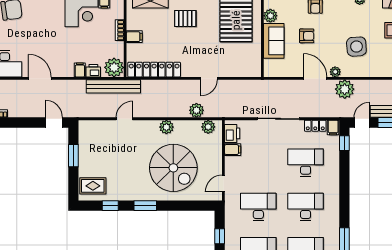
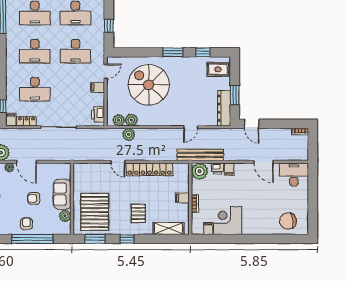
pallet: (185, 18) -> (138, 213), turned 90
locker: (154, 70) -> (150, 169), moved
door: (209, 78) -> (118, 162), swing flipped
plant: (166, 127) -> (131, 120), moved
dresser: (86, 141) -> (224, 108), added
filing cabinet: (233, 150) -> (98, 87), moved

